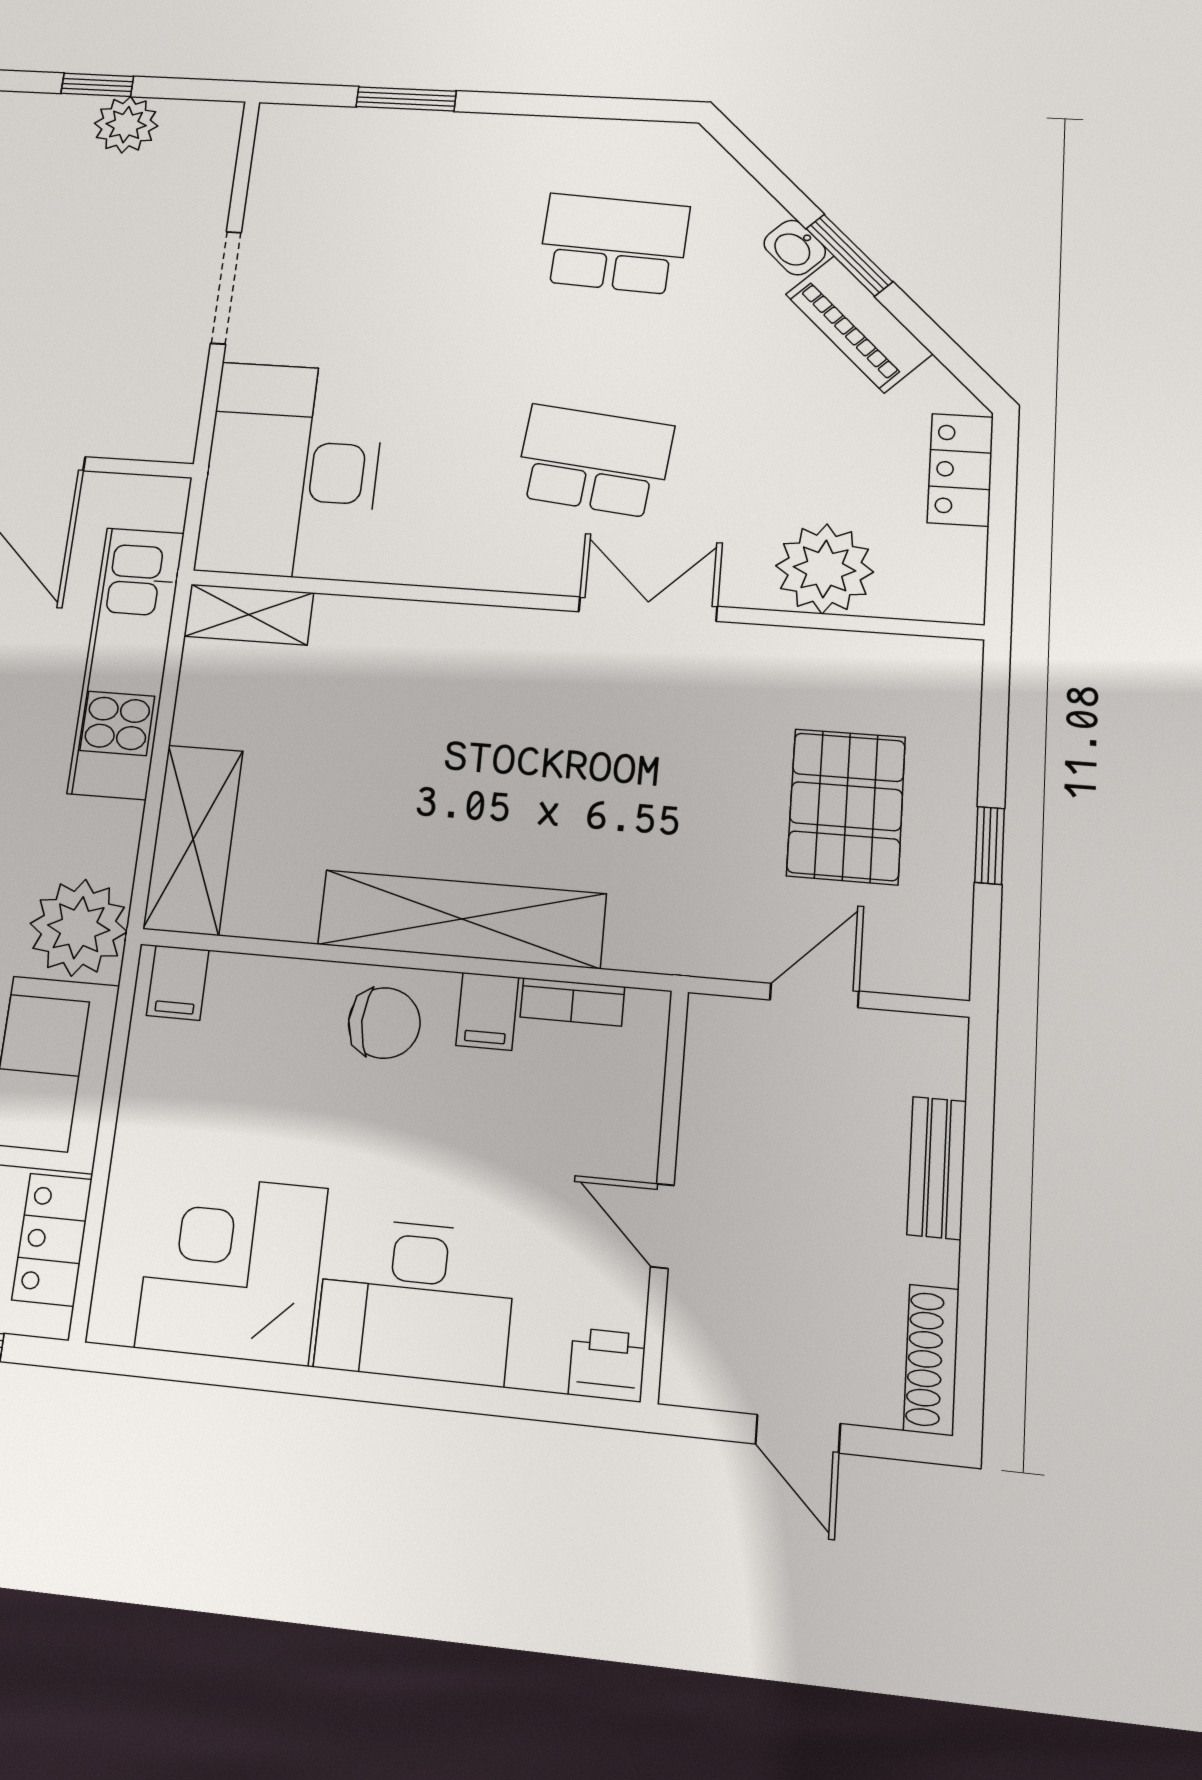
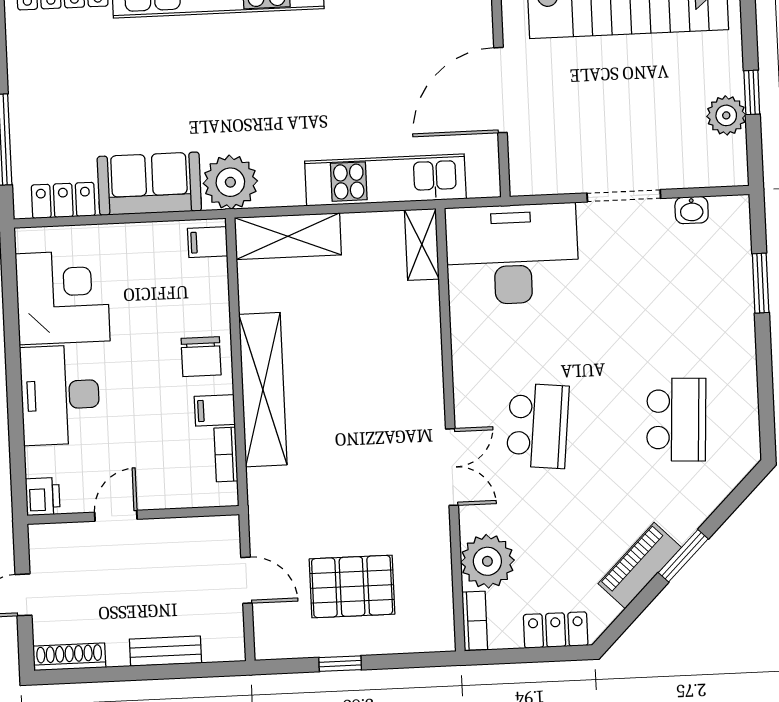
washbasin: (795, 248) -> (692, 210), moved, turned -135
bookcase: (931, 602) -> (475, 621), added

